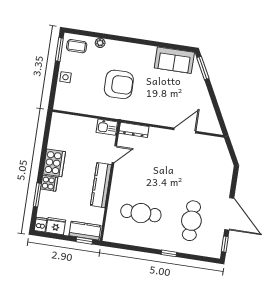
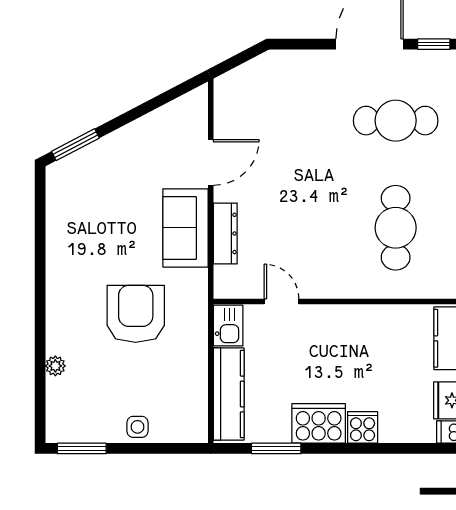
coffee table: (77, 46) -> (69, 413), removed
sofa: (174, 60) -> (185, 228), moved, turned 180
dresser: (134, 130) -> (225, 233), moved
door: (185, 131) -> (211, 162), swing flipped
kitchen counter: (101, 185) -> (229, 394), moved, turned -90
window: (37, 195) -> (276, 448), moved

